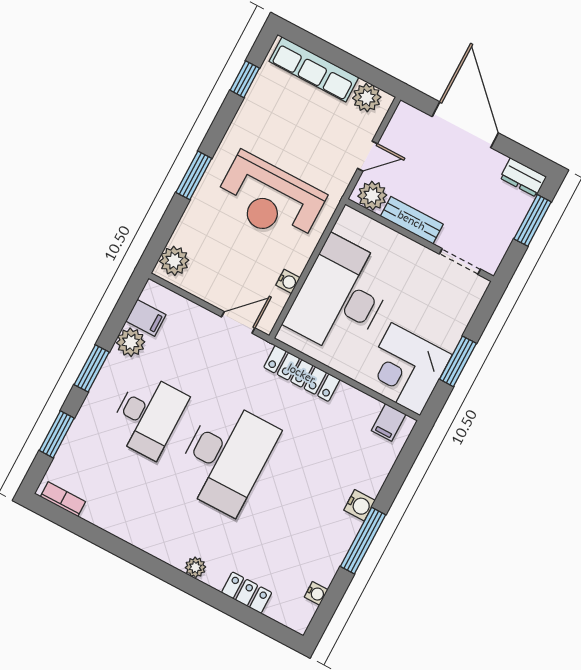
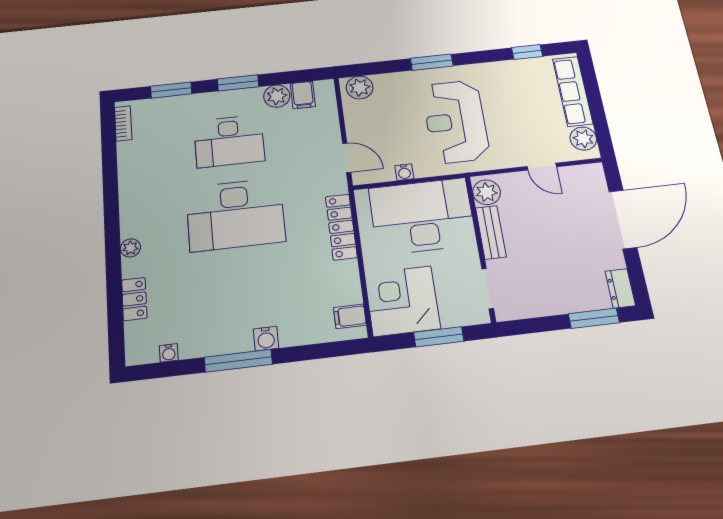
plant: (372, 196) -> (487, 192), moved
bench: (412, 220) -> (491, 232), moved
wall: (420, 240) -> (480, 248), moved
doorway: (460, 262) -> (488, 289), moved

